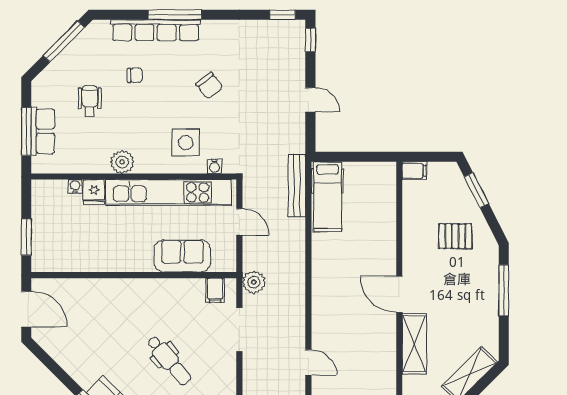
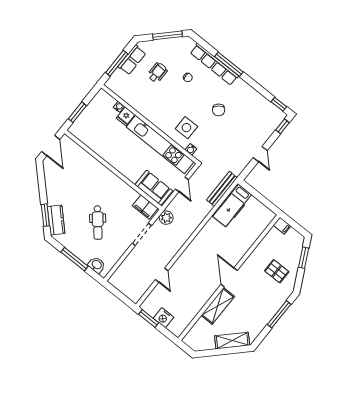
row of seats: (43, 131) -> (132, 60), moved
plant: (122, 162) -> (150, 113), removed
sofa: (182, 256) -> (154, 188), moved
filing cabinet: (215, 290) -> (145, 207), width x2.00

